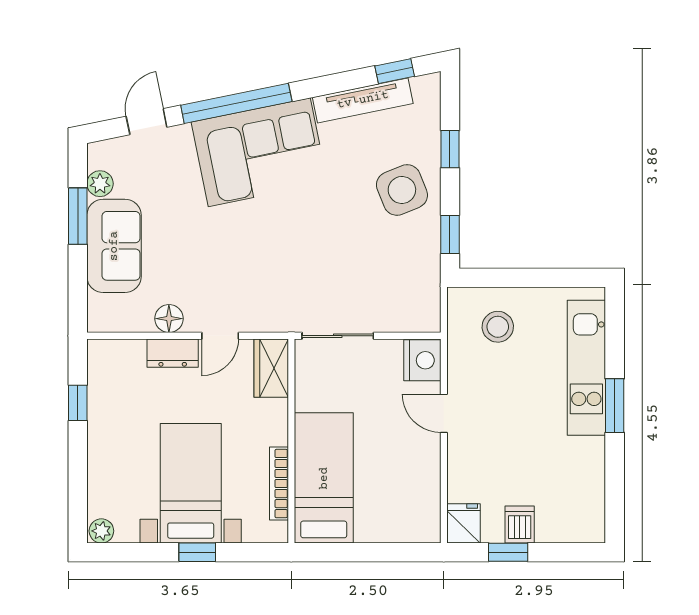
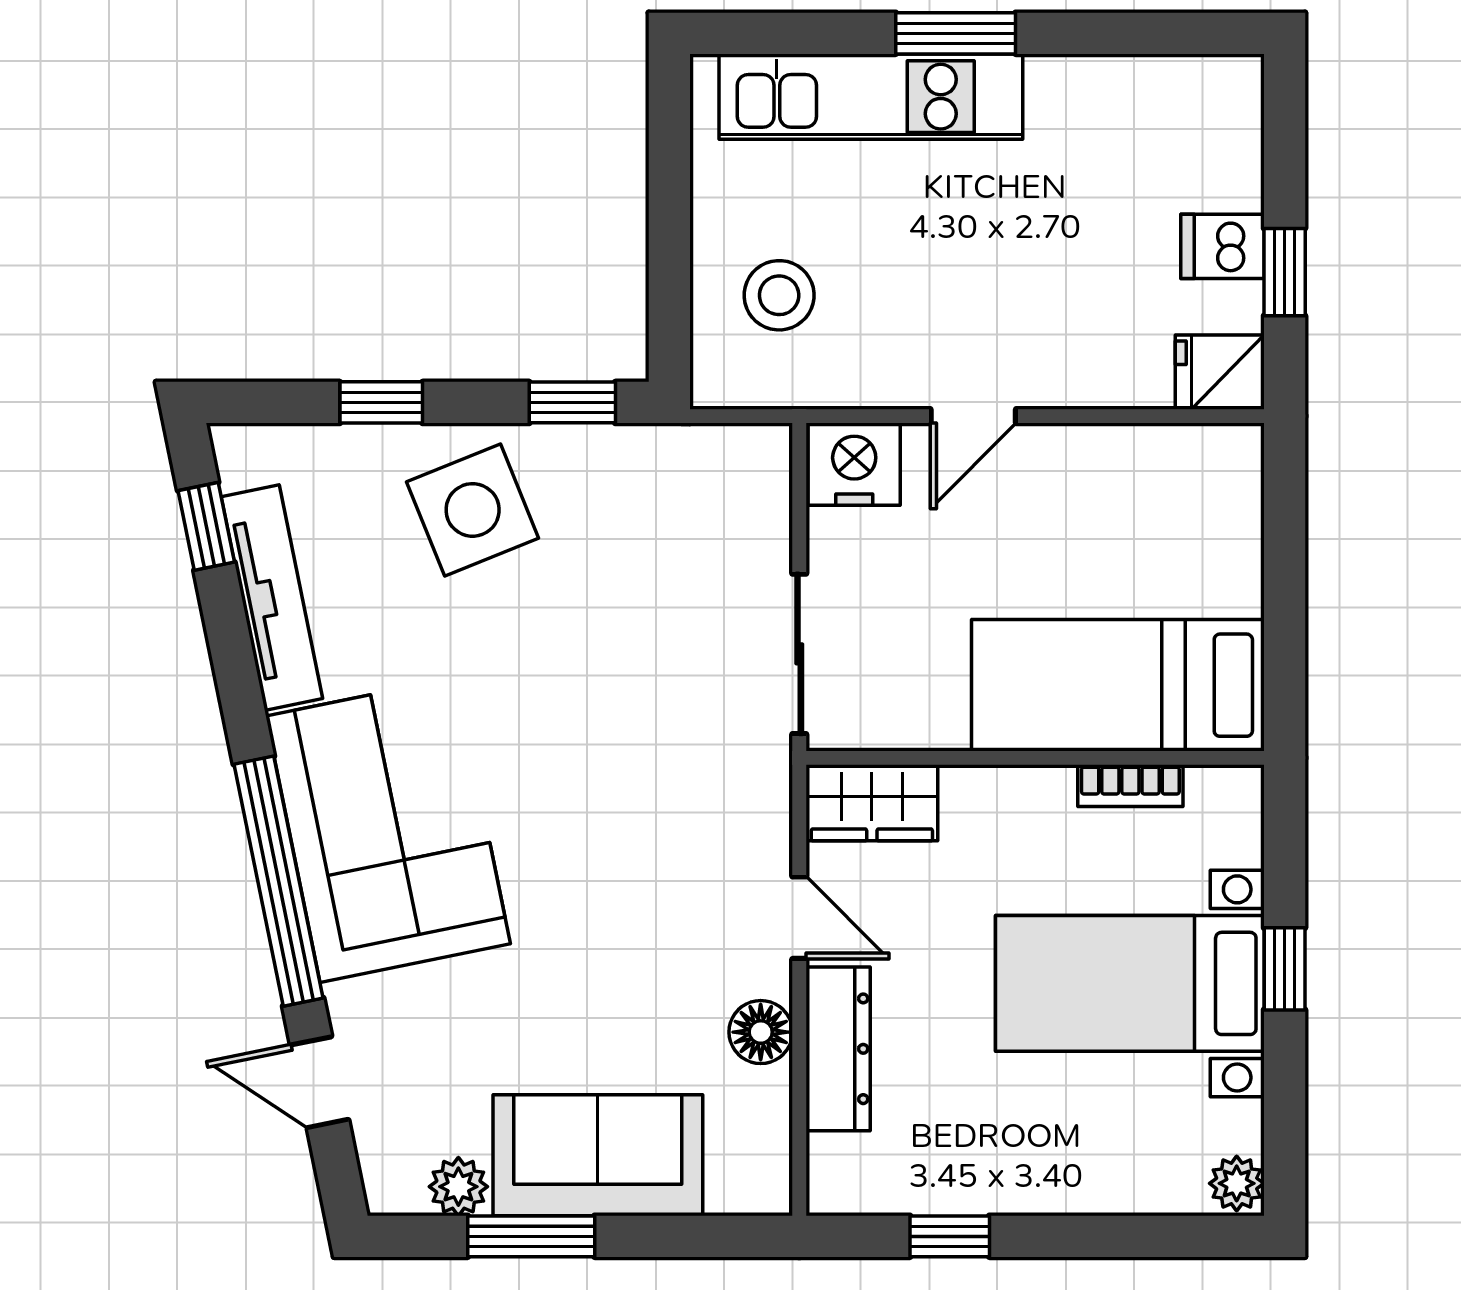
dresser: (173, 353) -> (838, 1049), width x1.44
bookcase: (279, 484) -> (1130, 786), width x0.64

